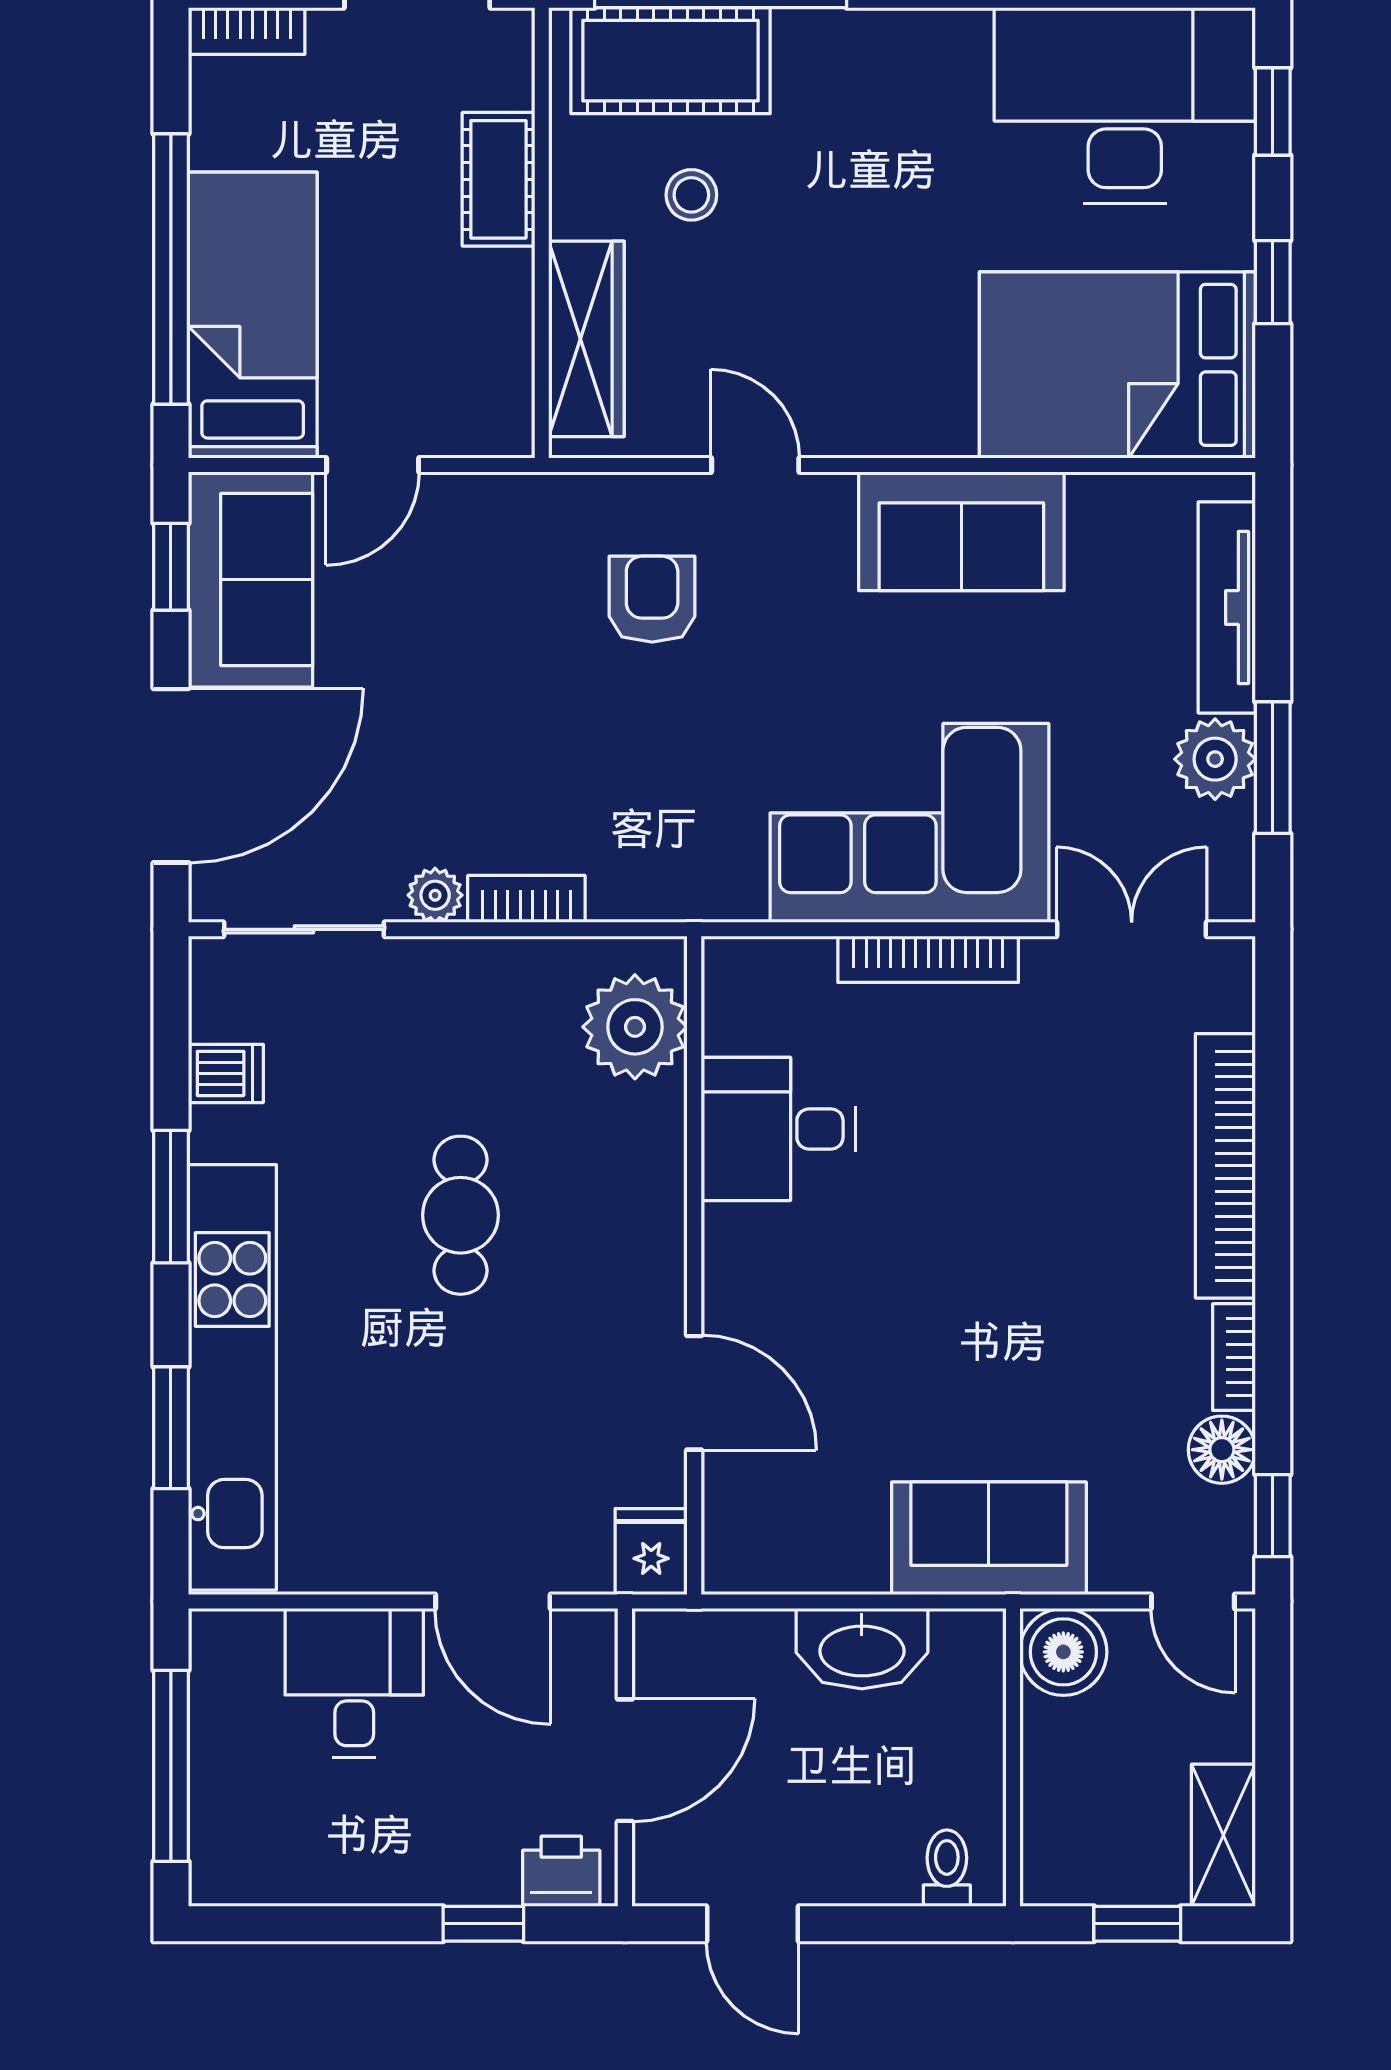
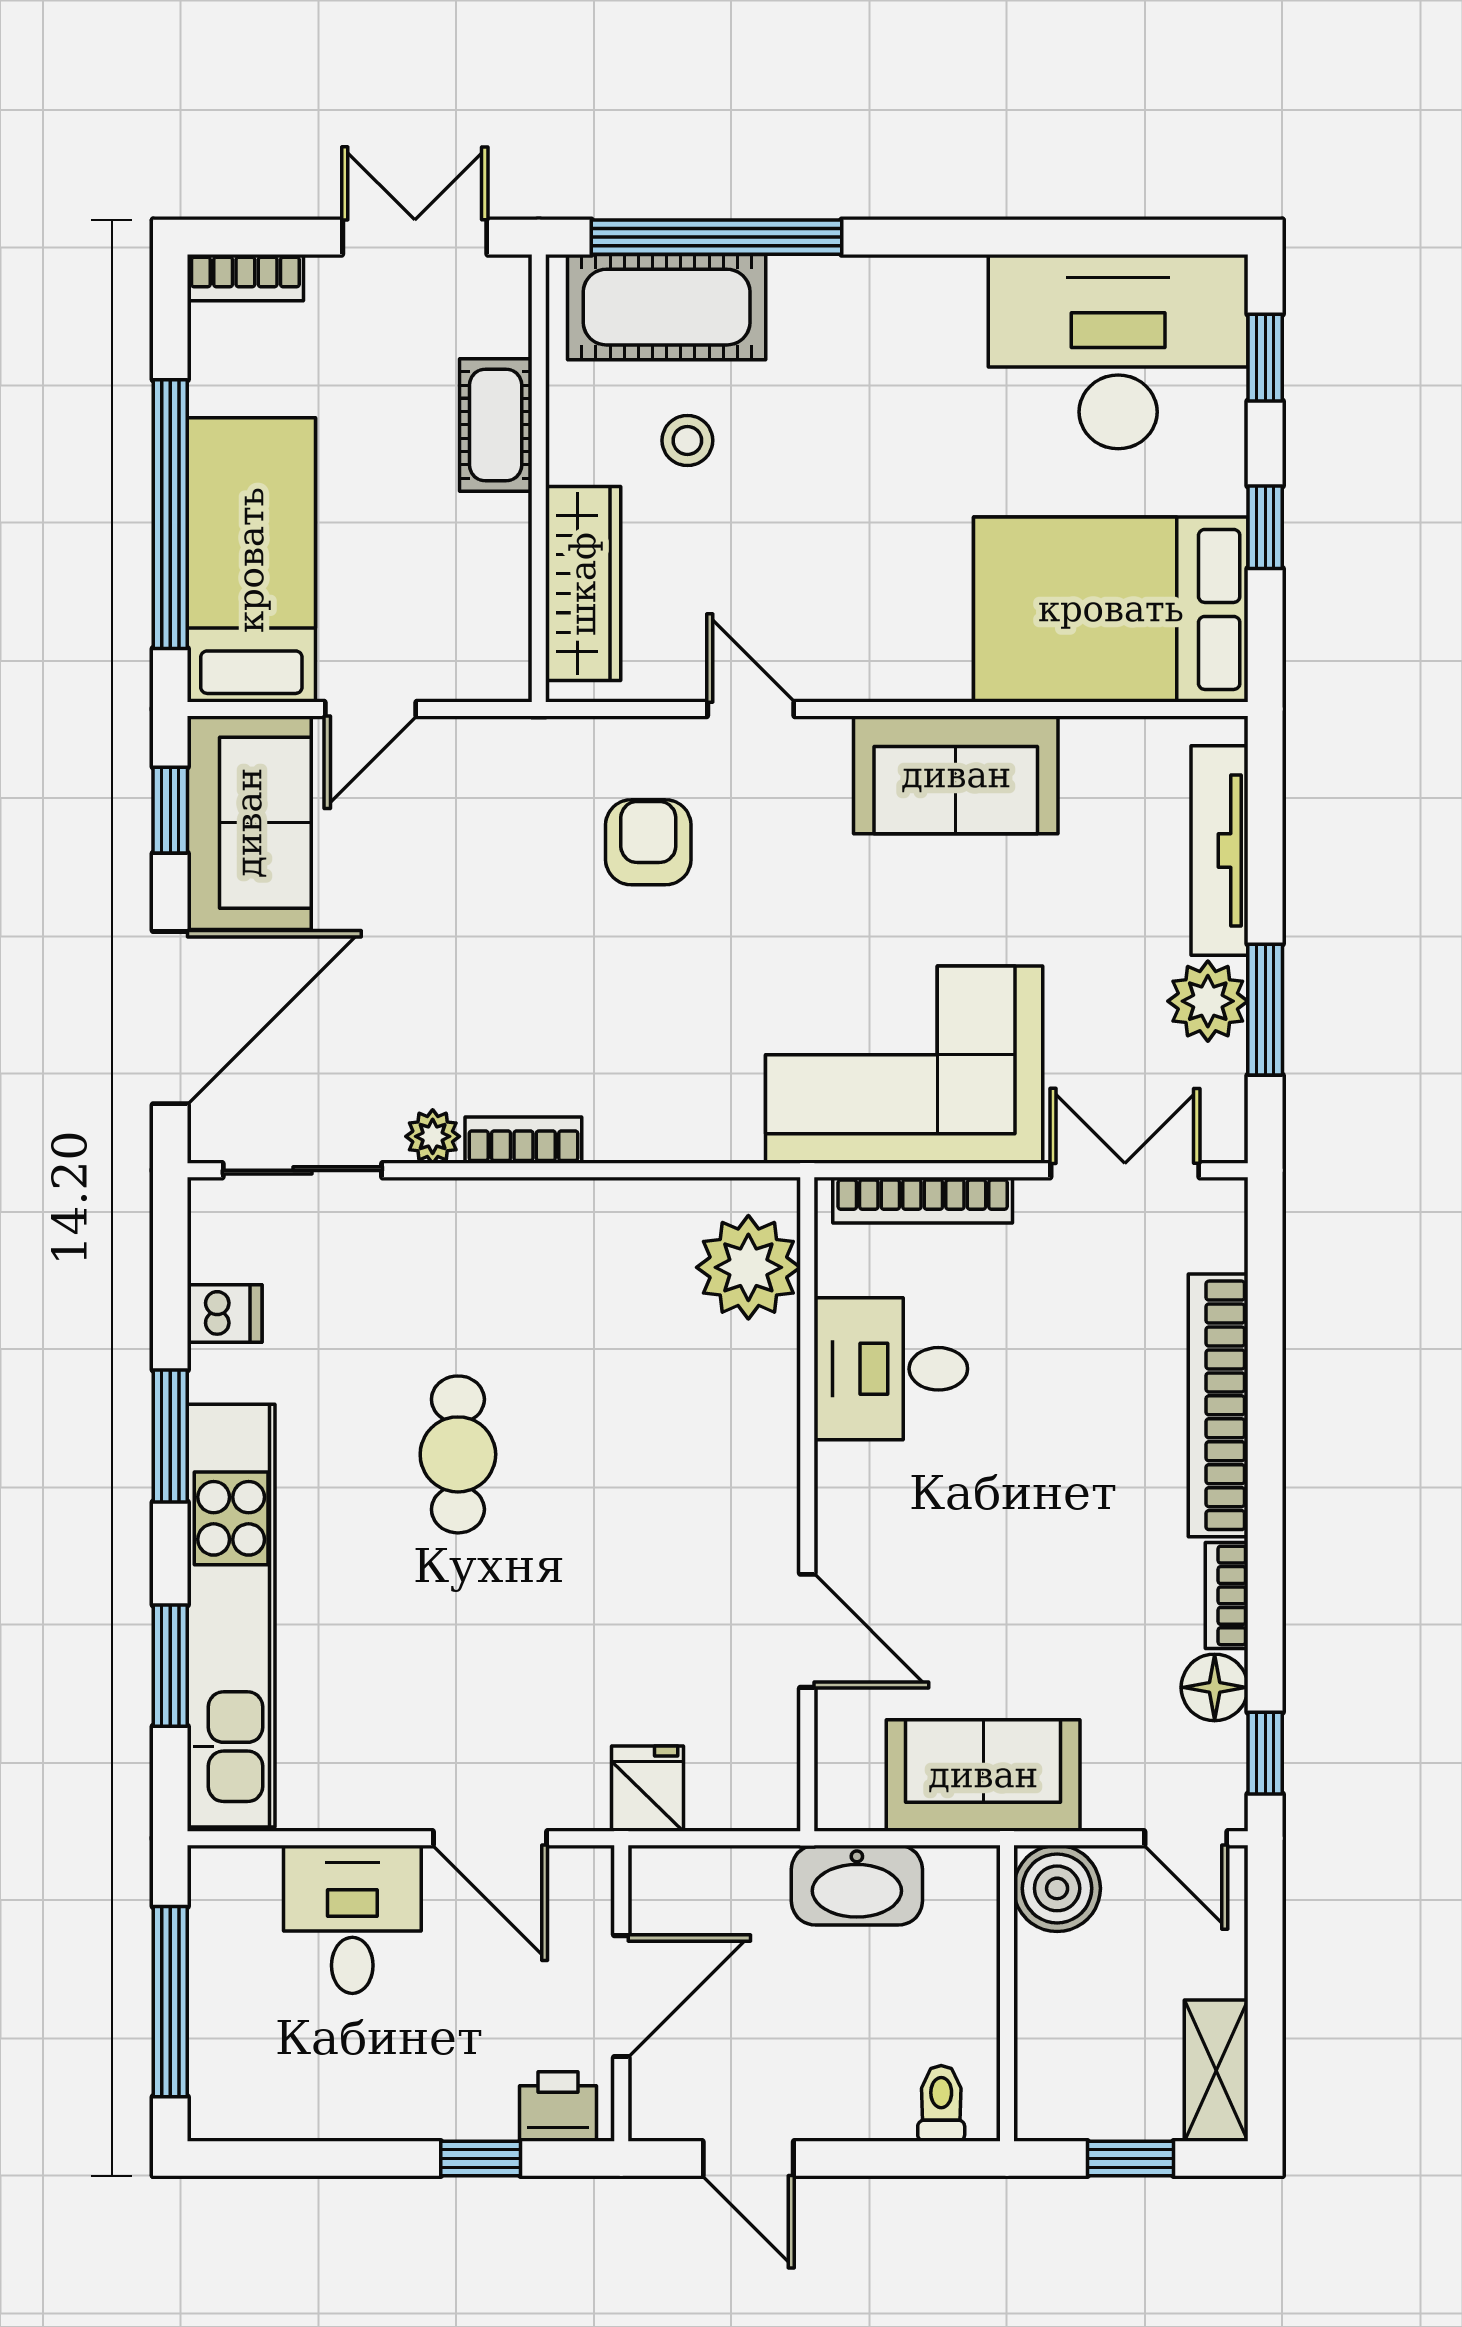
plant: (635, 1027) -> (748, 1267), moved
desk: (778, 1129) -> (891, 1369), moved
wall: (694, 1265) -> (807, 1504), moved
door: (694, 1393) -> (807, 1631), moved

